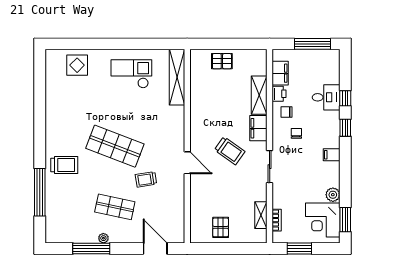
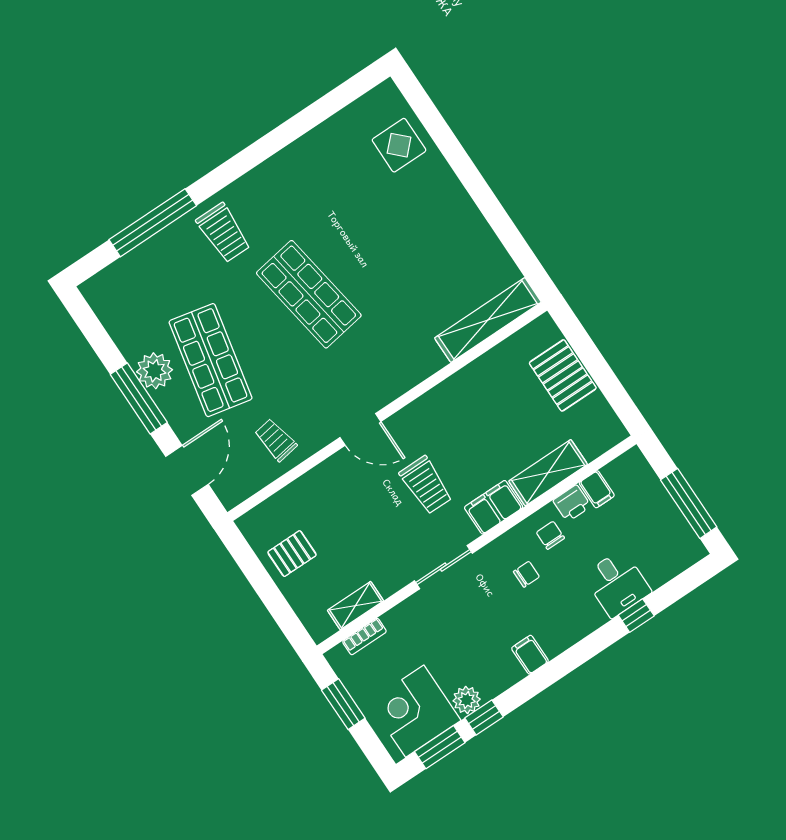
pallet: (222, 61) -> (563, 375), width x1.50, depth x1.42
filing cabinet: (280, 73) -> (597, 489), width x0.50
checkout: (131, 74) -> (444, 242), removed
window: (345, 128) -> (484, 717), moved
shop shelf: (115, 146) -> (309, 294), turned -30
trolley: (230, 151) -> (426, 485), turned -35
door: (187, 163) -> (360, 429), hinge flipped
trolley: (146, 179) -> (276, 440), moved
shop shelf: (115, 207) -> (211, 360), width x1.43, depth x1.36
plant: (103, 238) -> (155, 371), width x1.87, depth x1.87
window: (91, 248) -> (139, 398), moved

